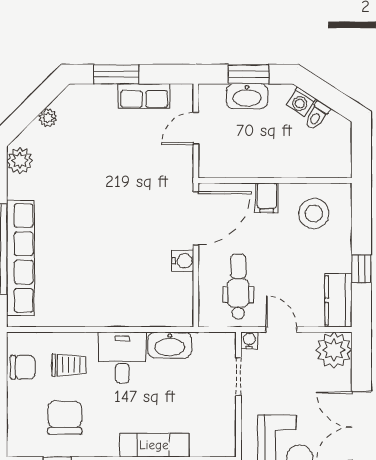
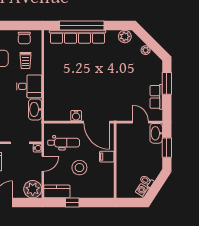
washbasin: (247, 96) -> (156, 133), moved
washing machine: (301, 102) -> (142, 190), moved
stool: (314, 214) -> (79, 168), moved

